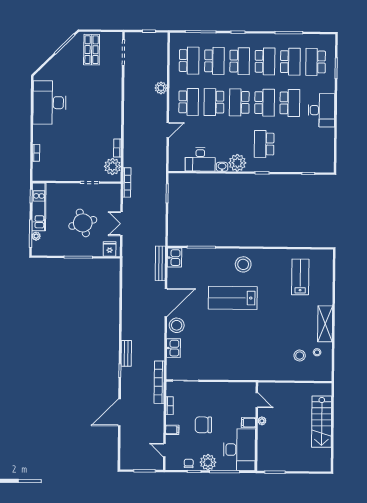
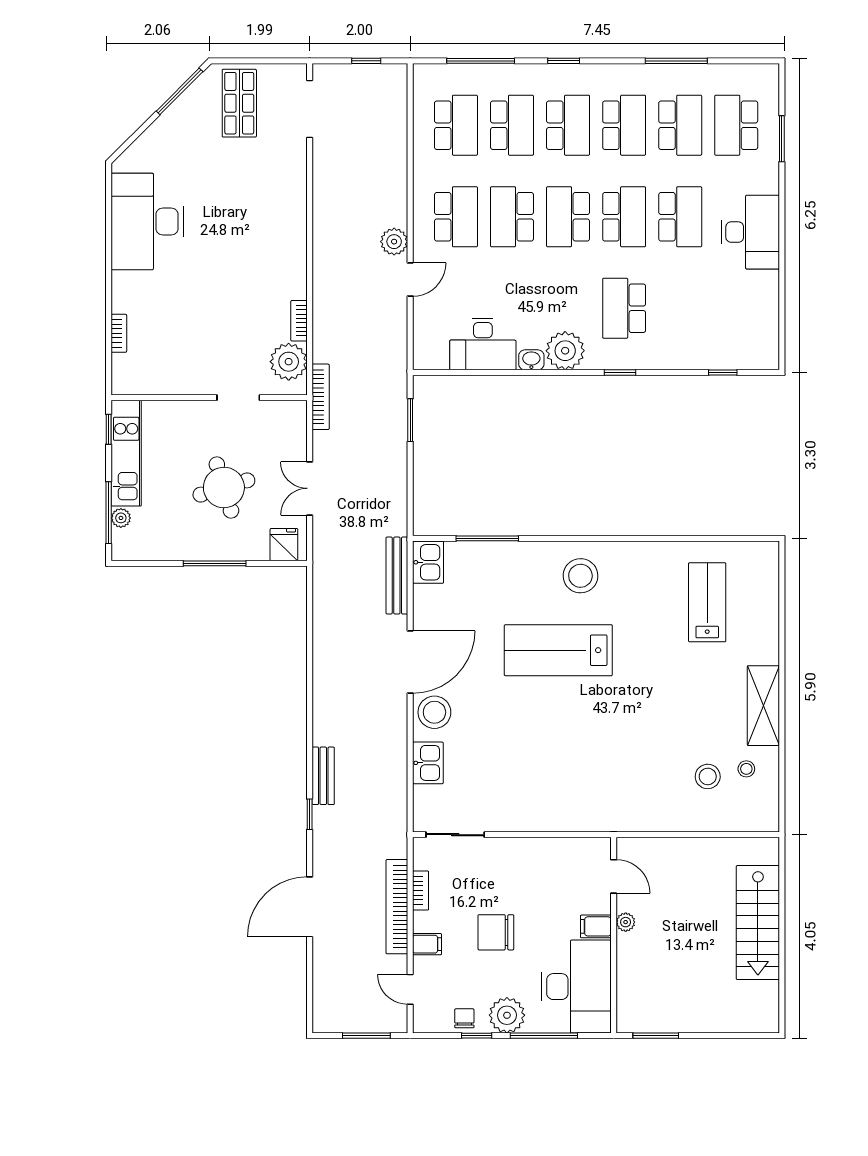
plant: (161, 88) -> (394, 242), moved
bookcase: (159, 382) -> (397, 907), moved

